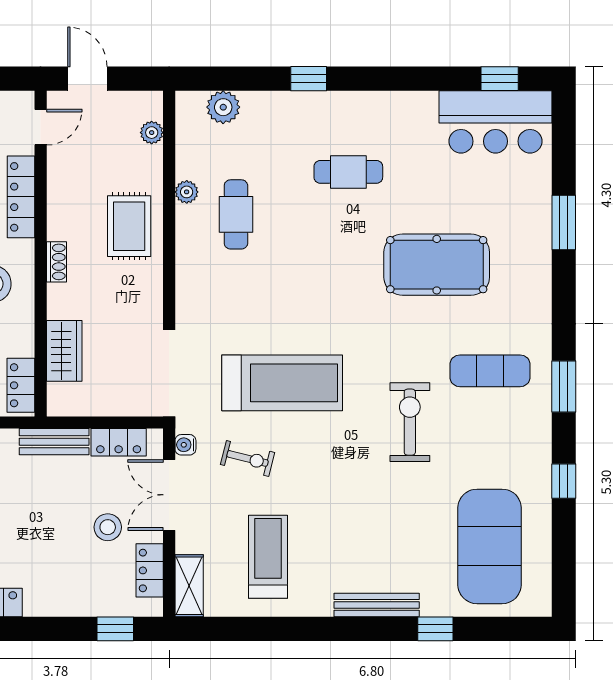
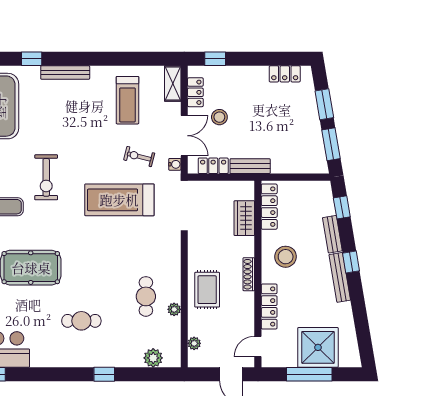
shoe rack: (56, 262) -> (249, 274), width x1.43
locker: (21, 385) -> (269, 207), width x1.53

